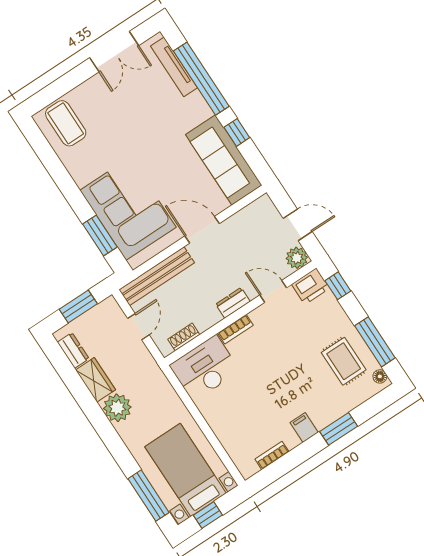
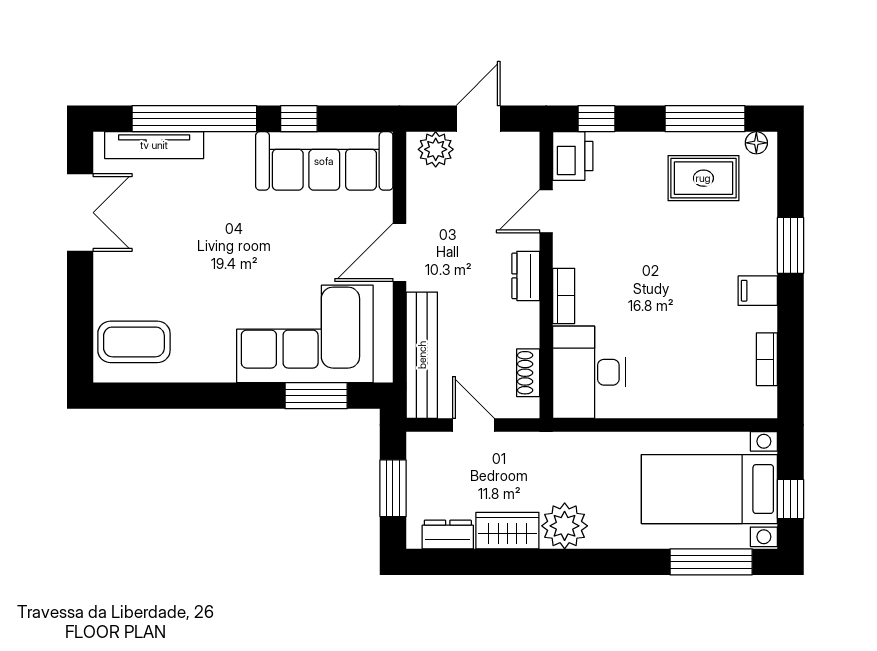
plant: (297, 258) -> (436, 149), moved

